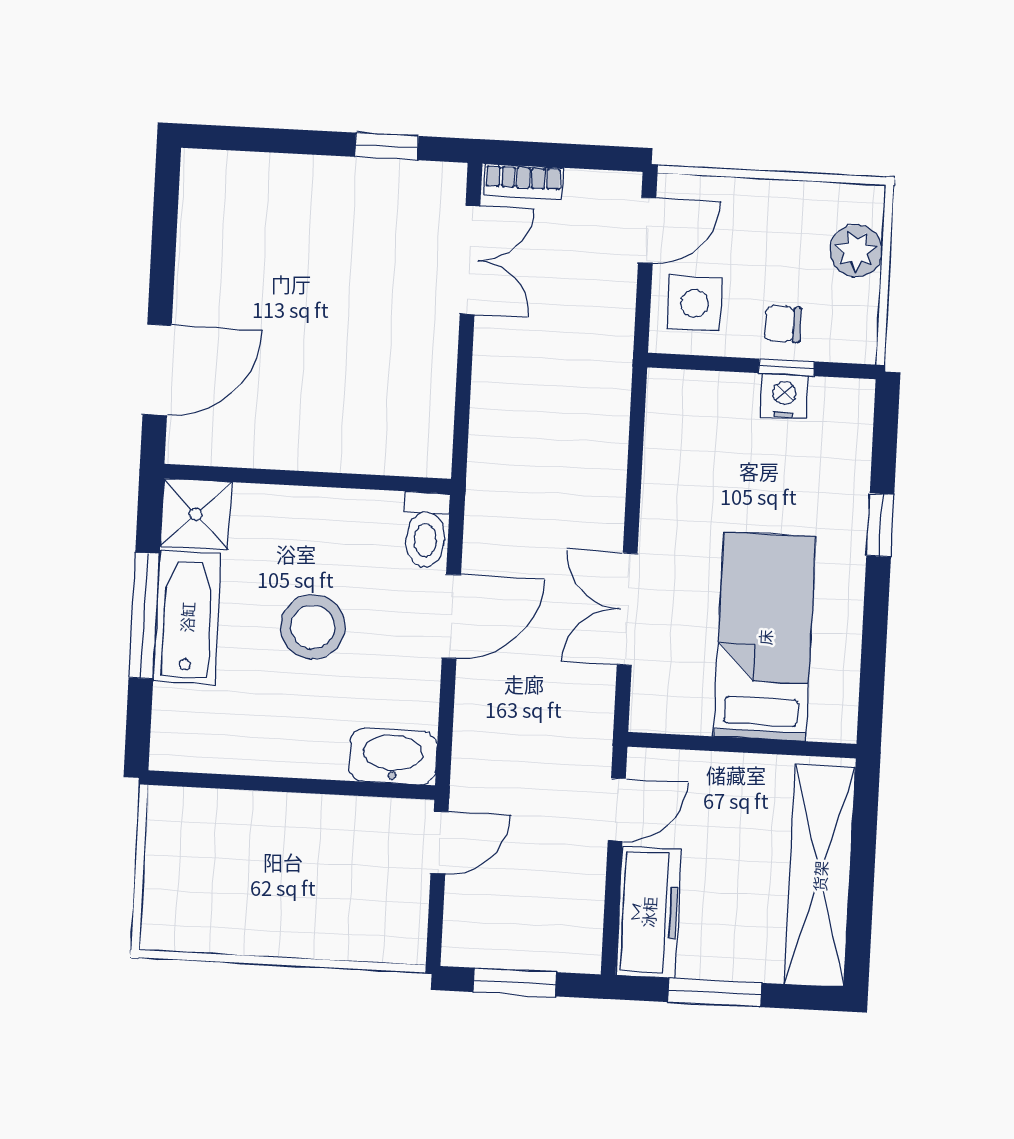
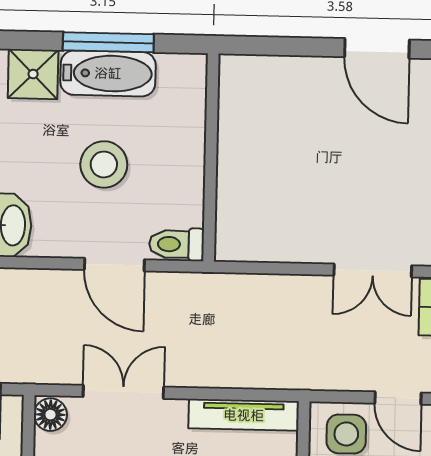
door: (157, 370) -> (377, 48), moved
tv unit: (664, 444) -> (244, 415), added
shower: (196, 514) -> (33, 74), moved
floor lamp: (656, 711) -> (50, 415), added

